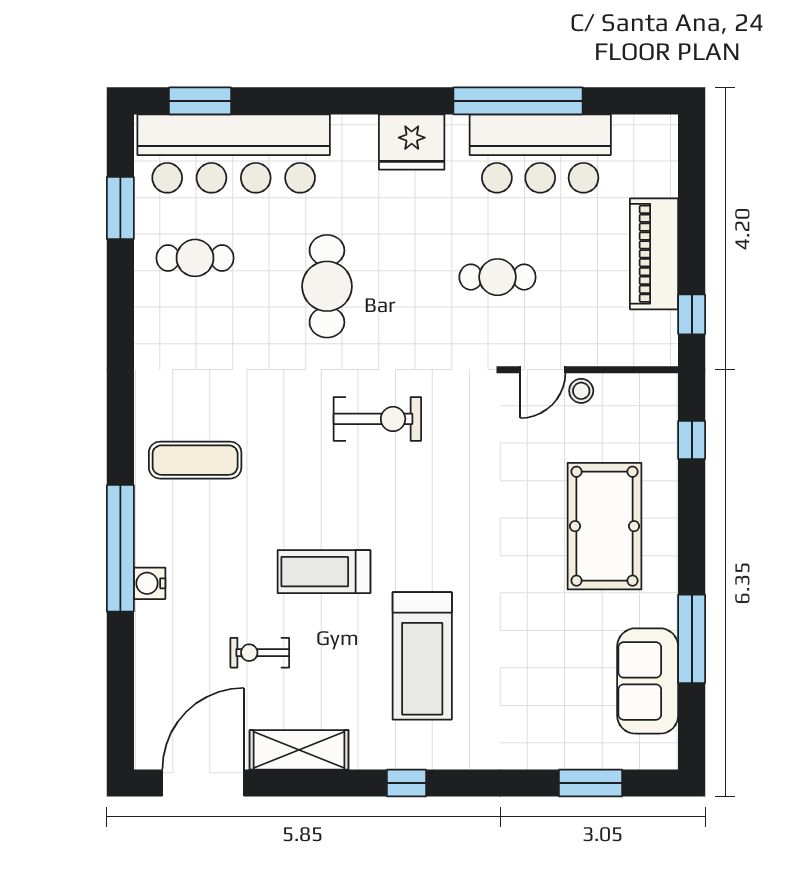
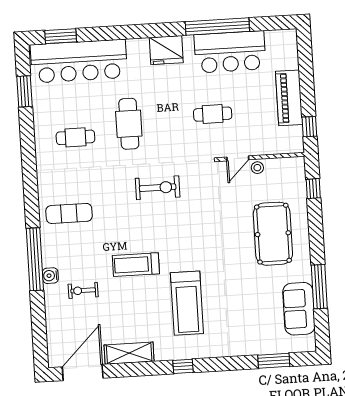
cafe table: (195, 258) -> (75, 137), moved
exercise bike: (260, 653) -> (83, 290), moved

